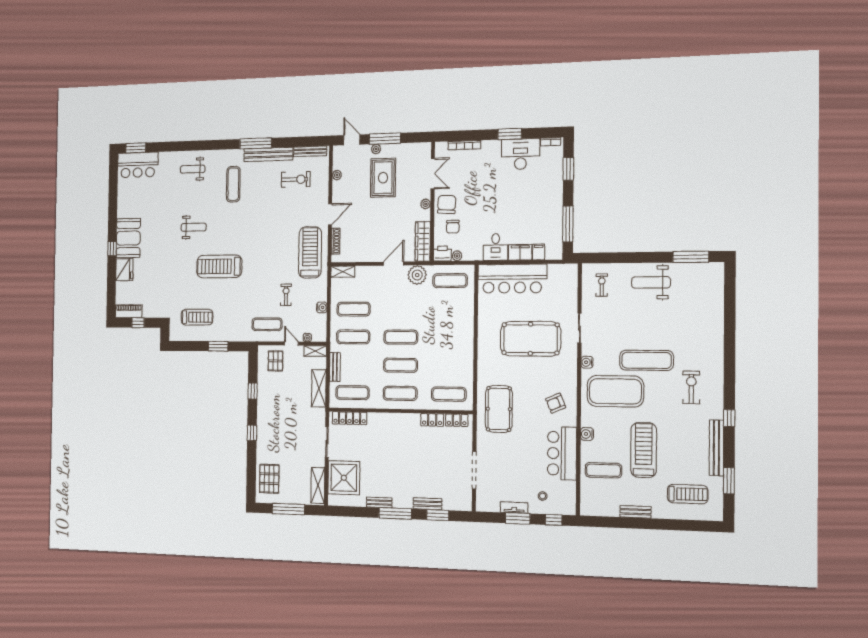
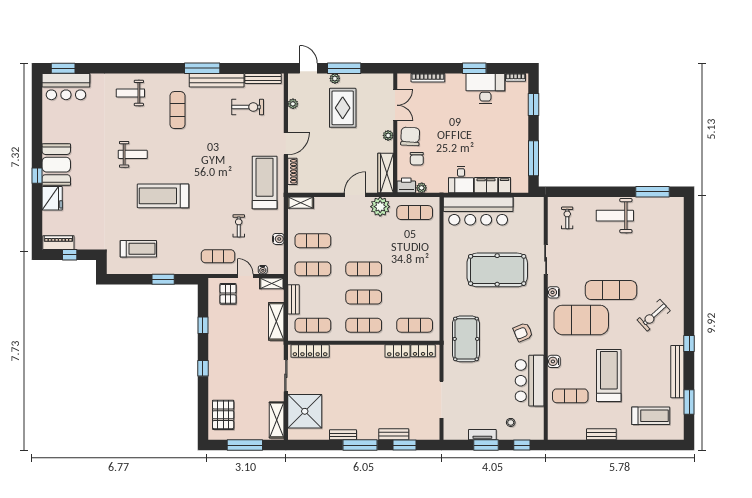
exercise bike: (691, 387) -> (654, 315), turned -132

